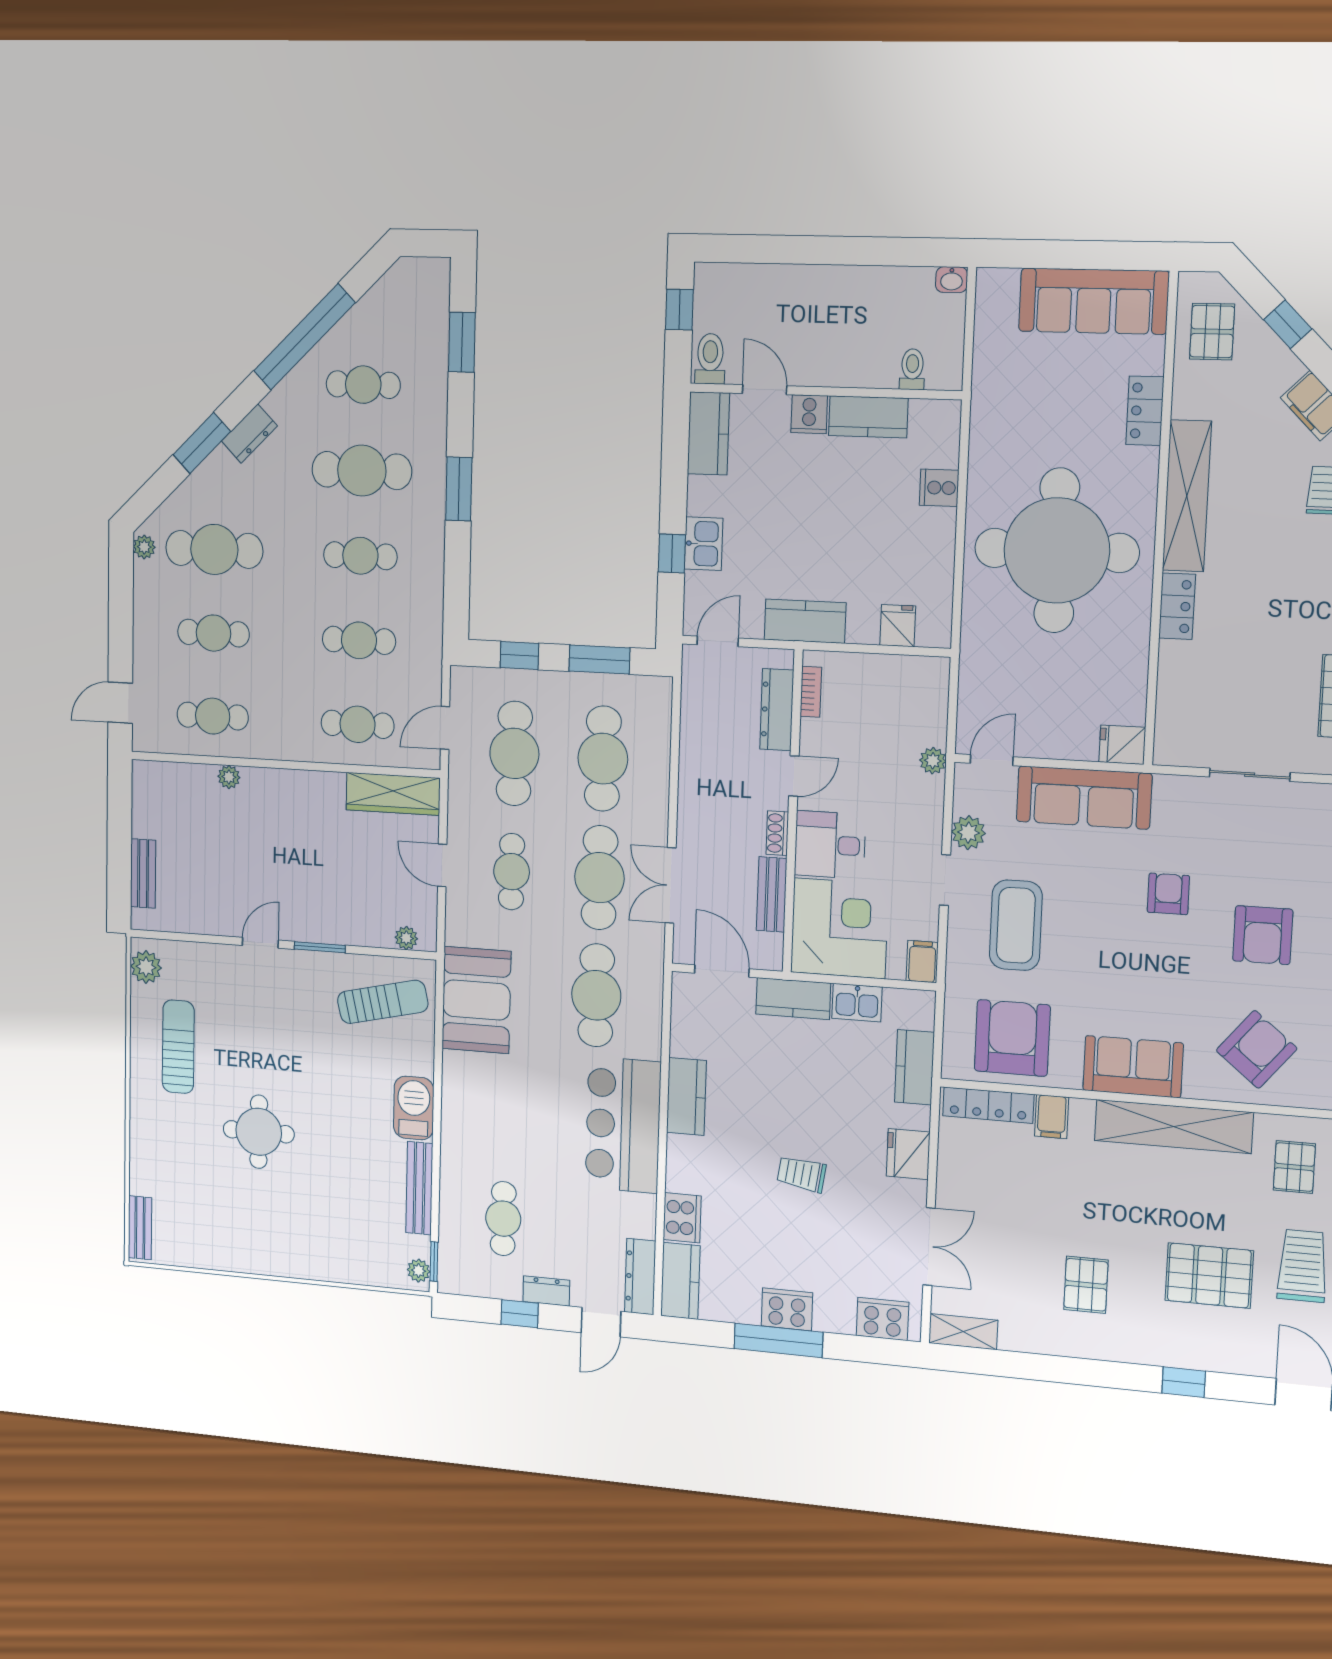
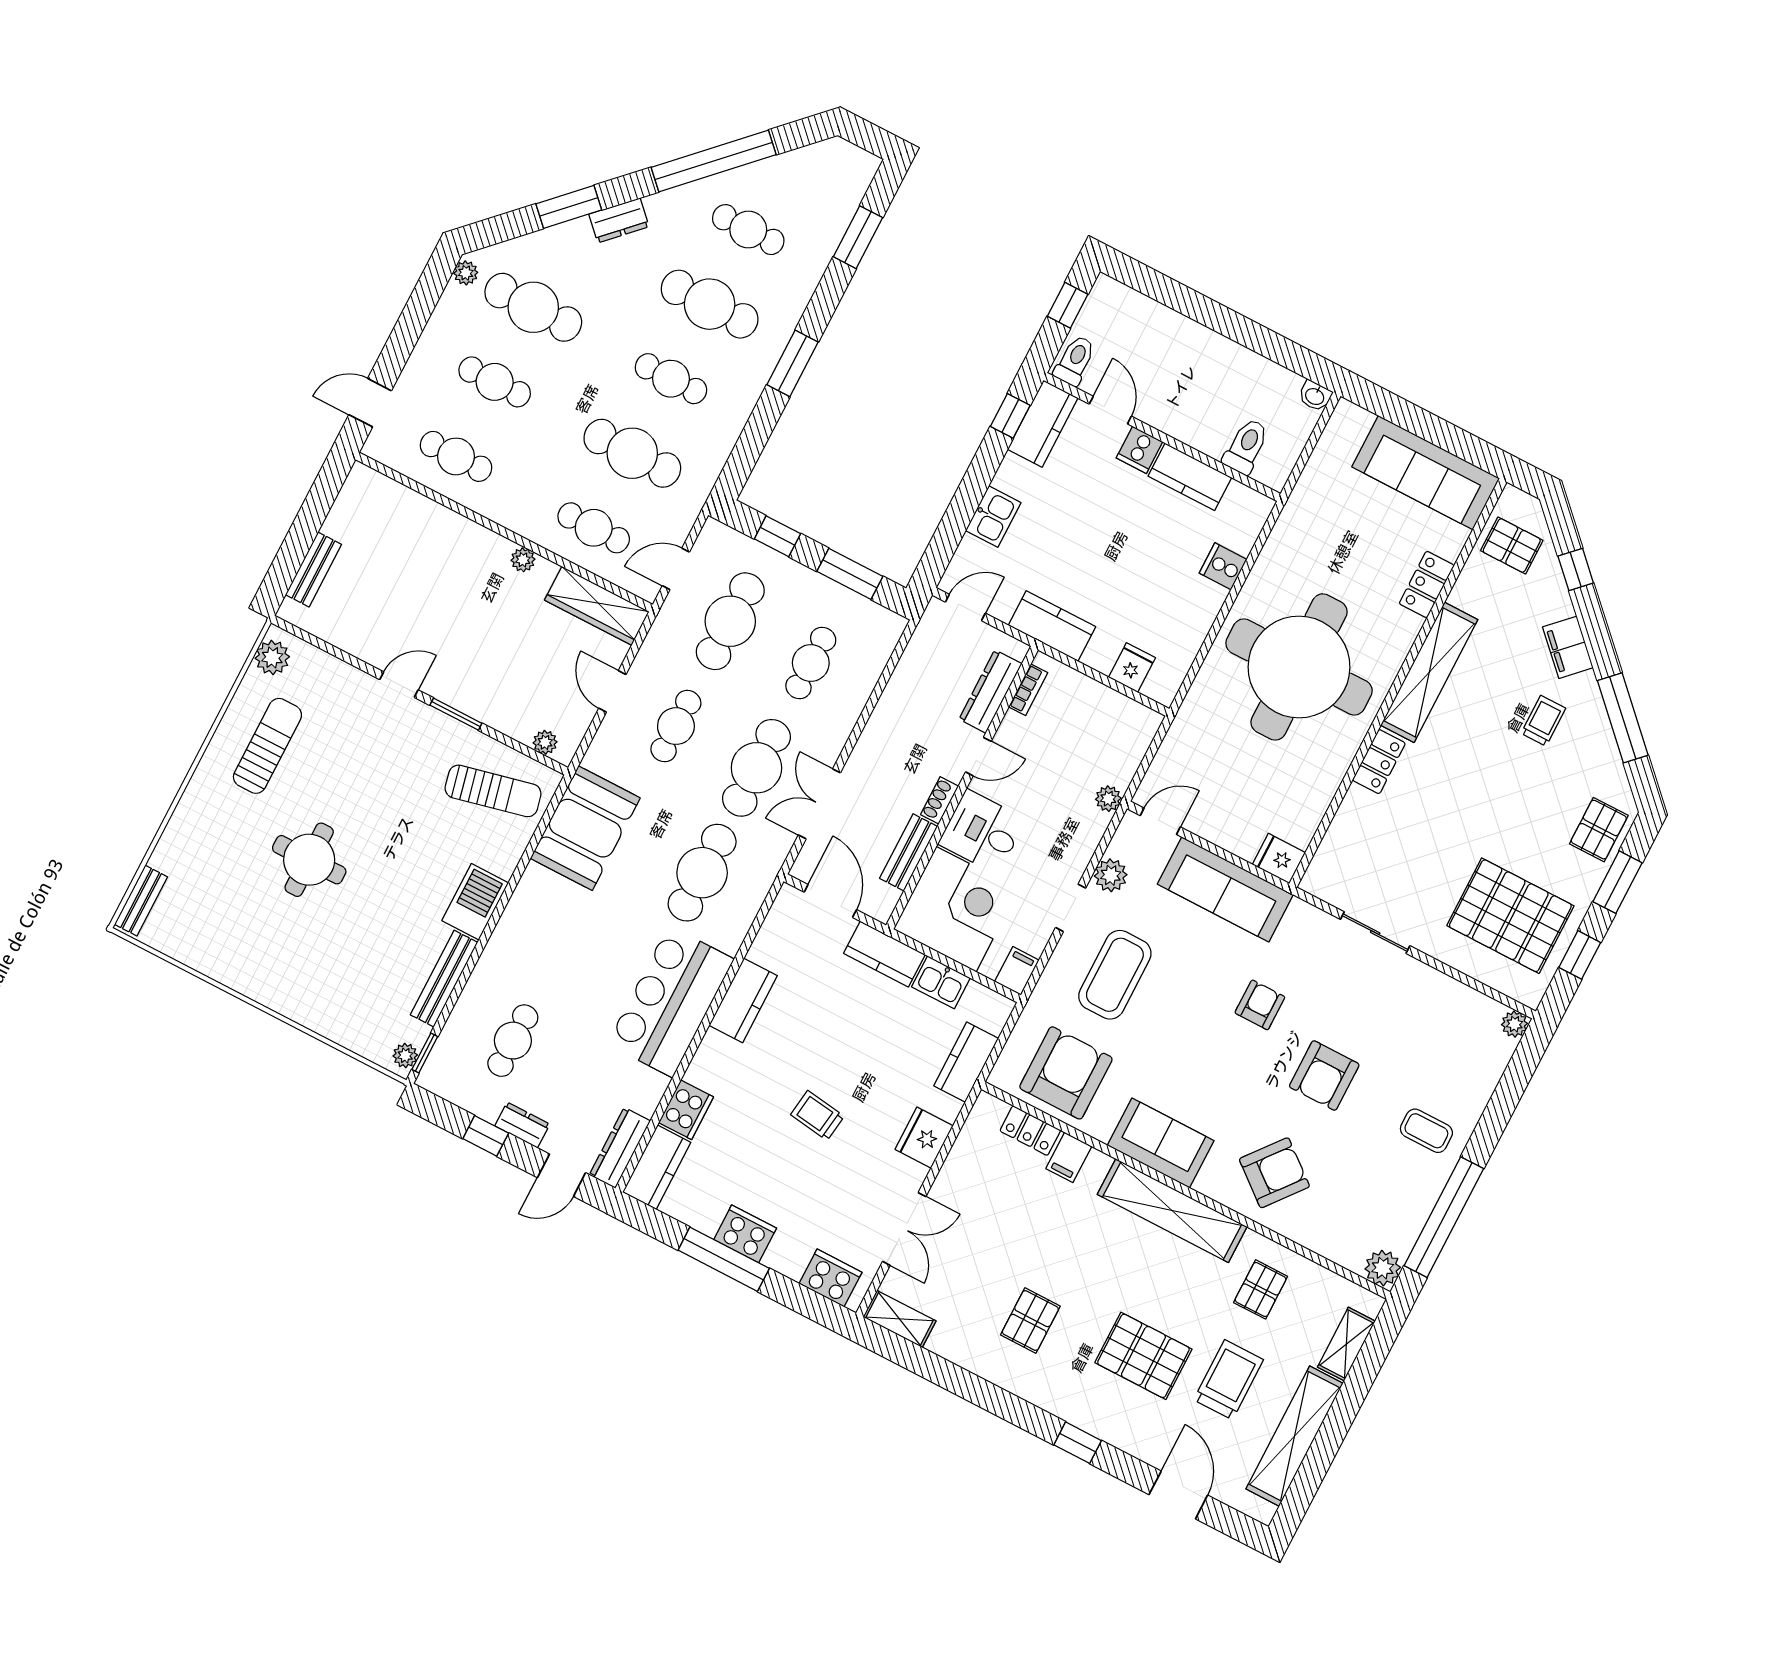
pallet: (1212, 332) -> (1512, 546), turned 90
toilet: (912, 369) -> (1246, 446), width x1.37, depth x1.39
window: (672, 553) -> (1010, 416), moved
cafe table: (359, 640) -> (632, 453), width x1.37, depth x1.35
cafe table: (603, 759) -> (811, 663), width x0.73, depth x0.74
plant: (229, 777) -> (523, 560), moved
locker: (988, 1105) -> (1030, 1131), width x0.66

